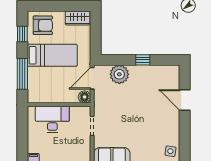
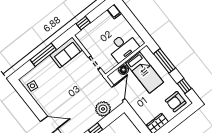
bed: (52, 55) -> (144, 72), moved, turned -90
floor lamp: (85, 97) -> (123, 70), moved

